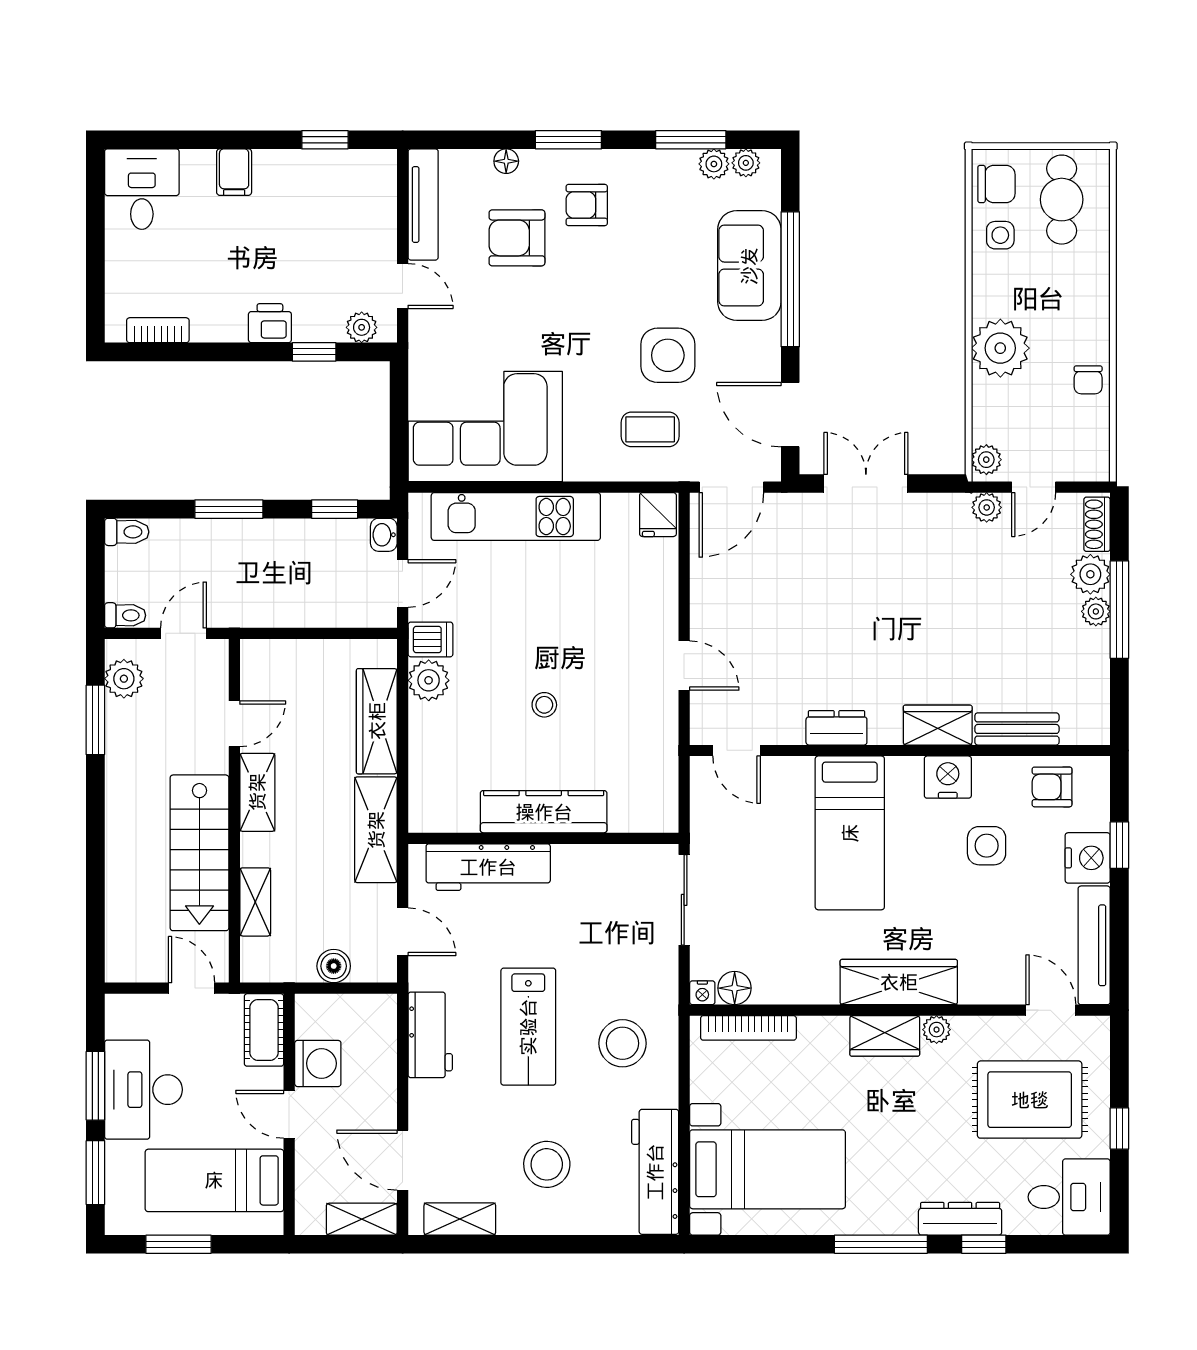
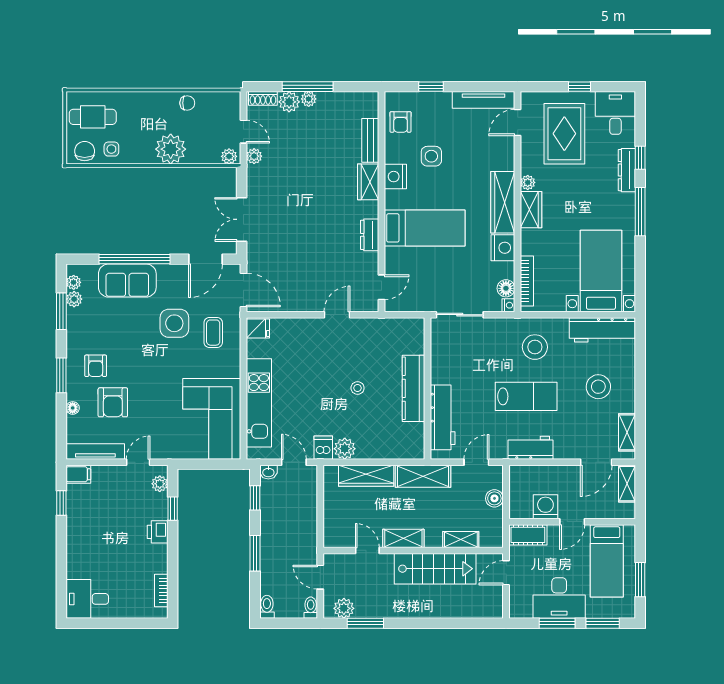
filing cabinet: (234, 172) -> (78, 474), moved
nightstand: (1088, 858) -> (503, 248), moved, turned 90

